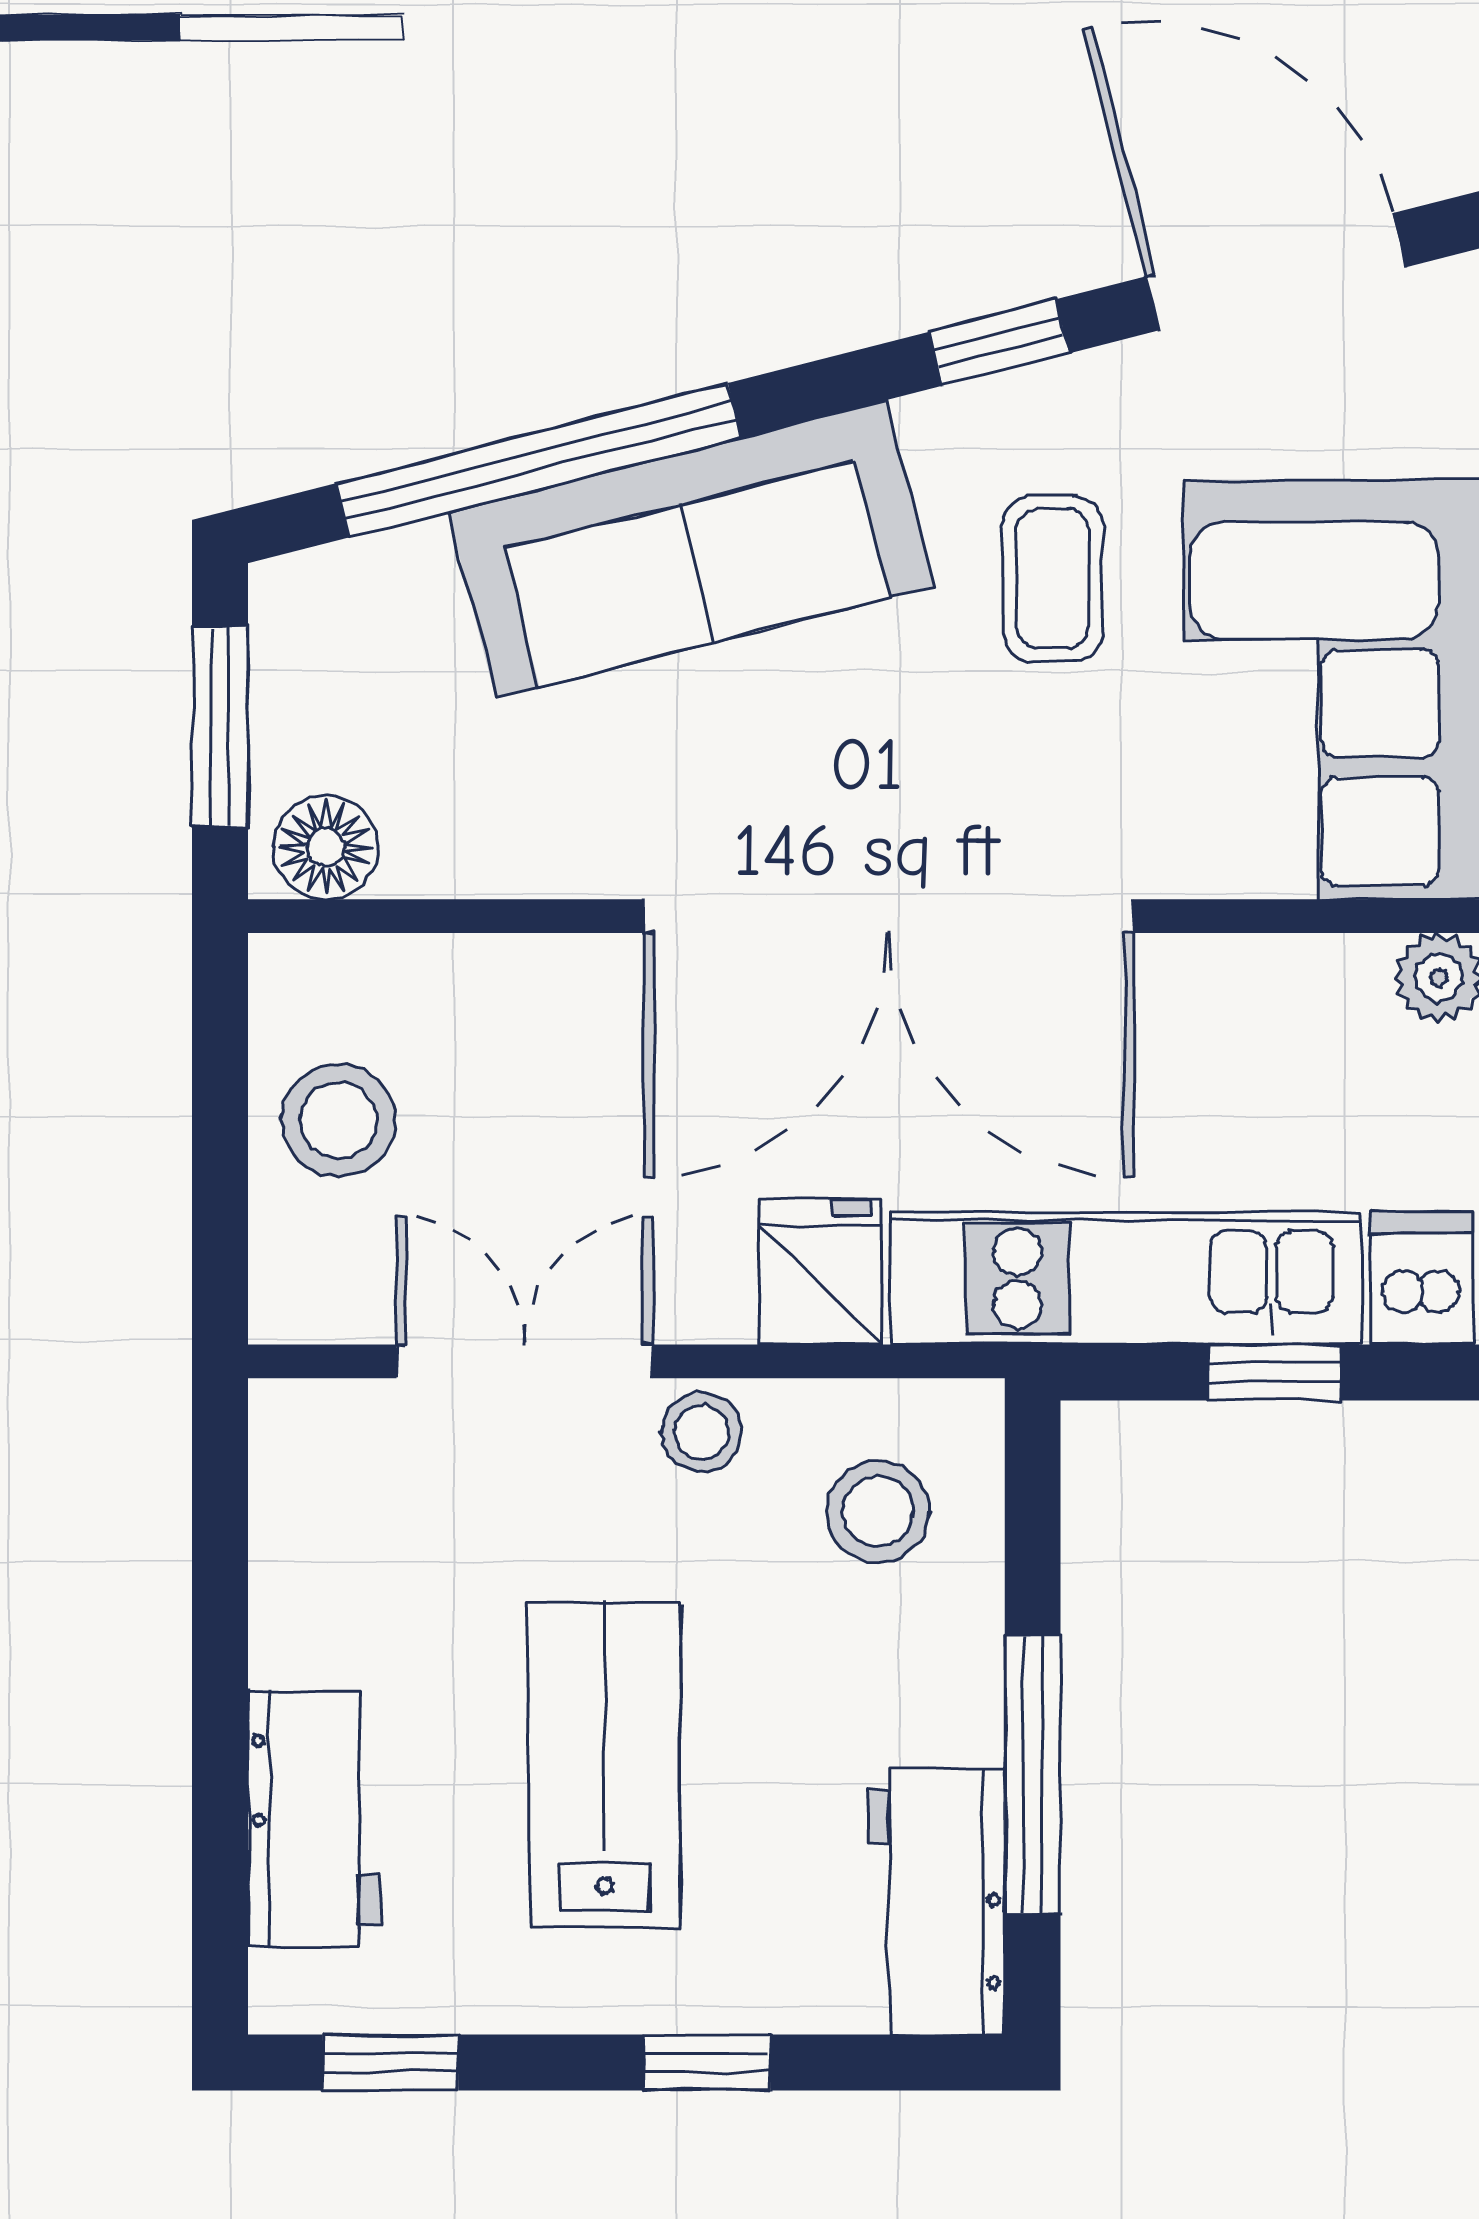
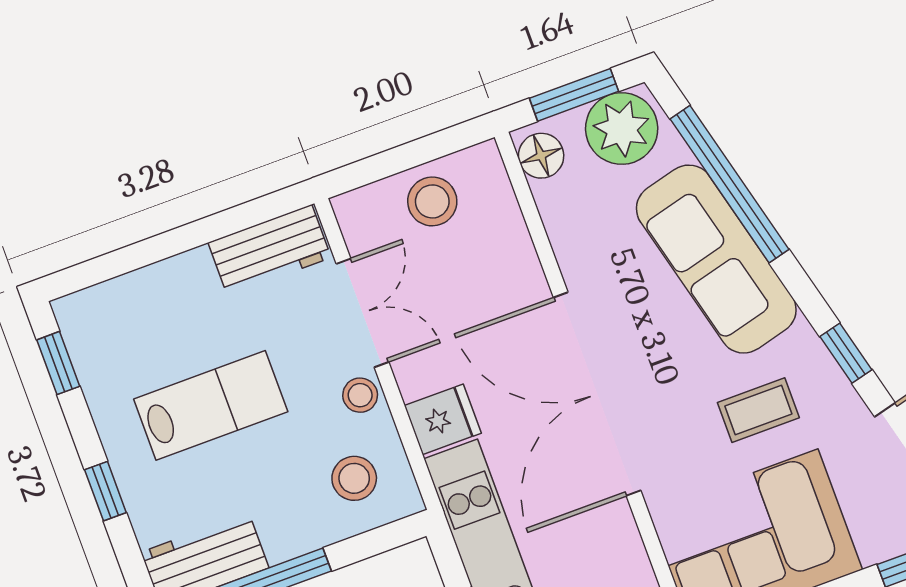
plant: (331, 650) -> (622, 128), added
workbench: (314, 1819) -> (270, 250), moved

